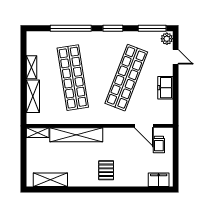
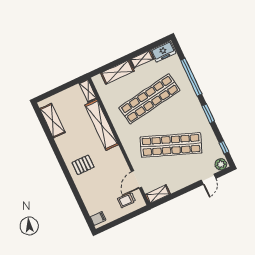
window: (152, 28) -> (224, 147), width x0.46
freezer: (165, 88) -> (163, 51), moved, turned 180
shelving: (167, 112) -> (158, 194), added
filing cabinet: (159, 180) -> (98, 218), width x0.50

